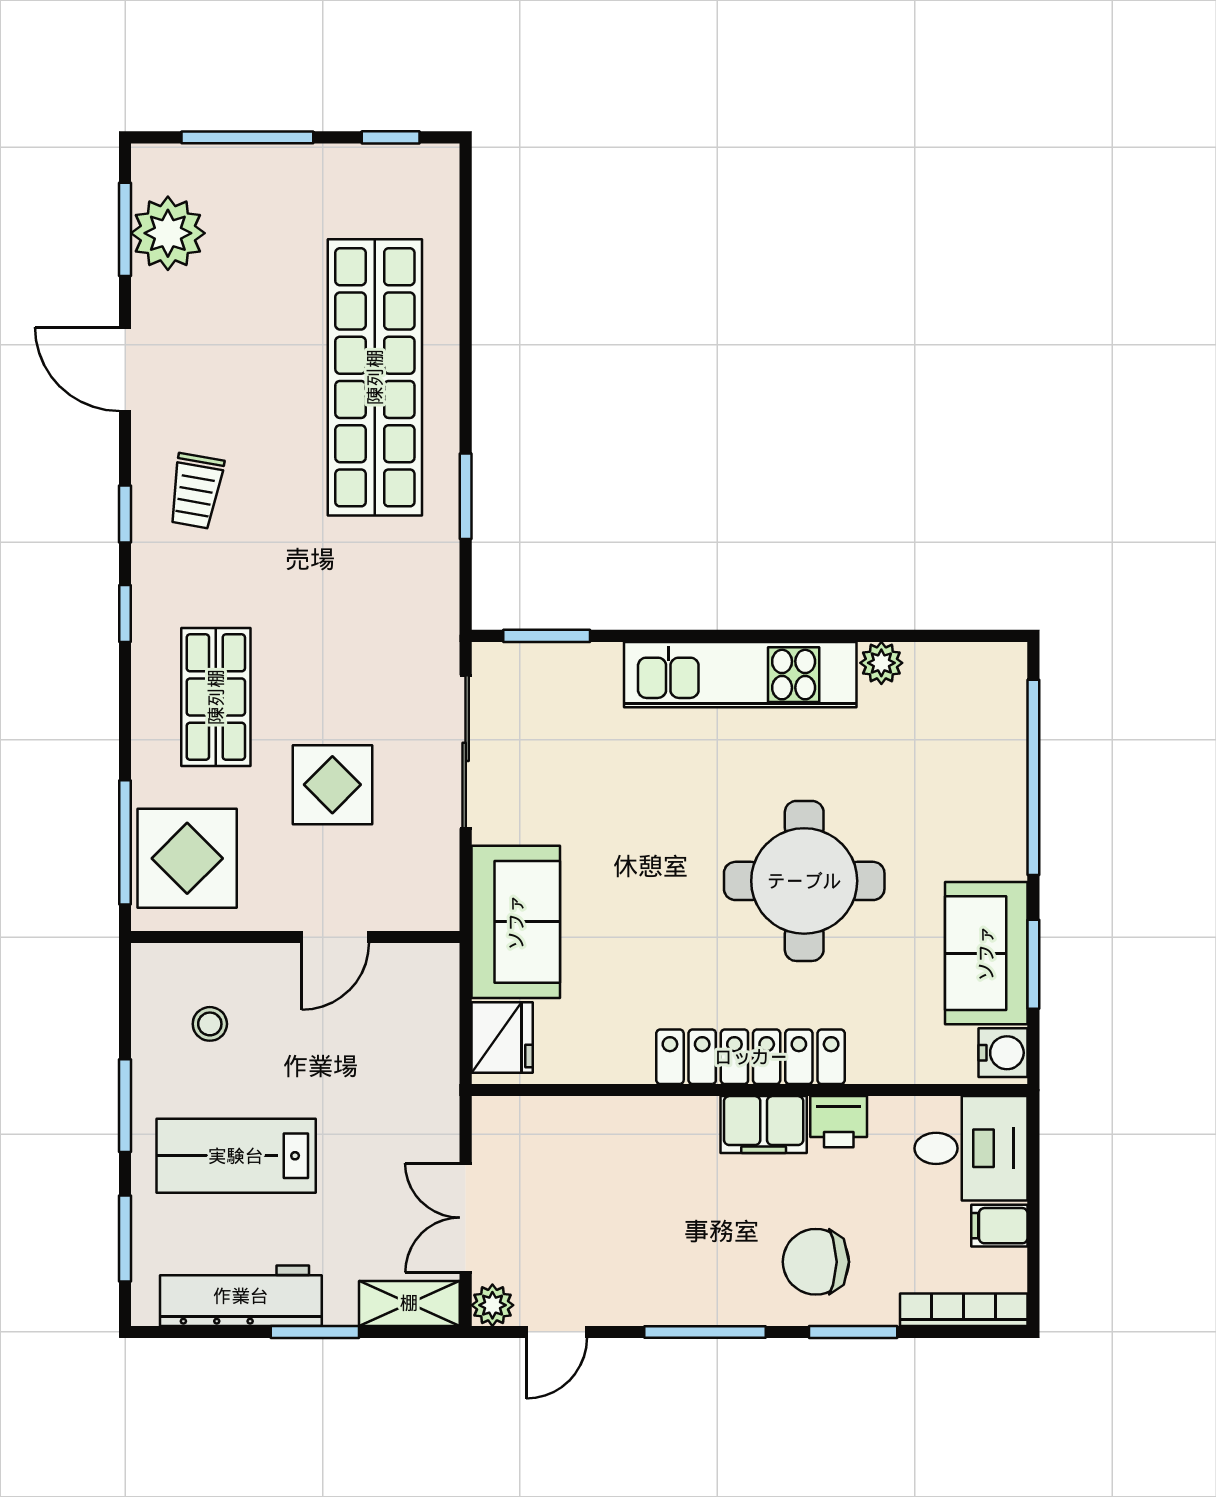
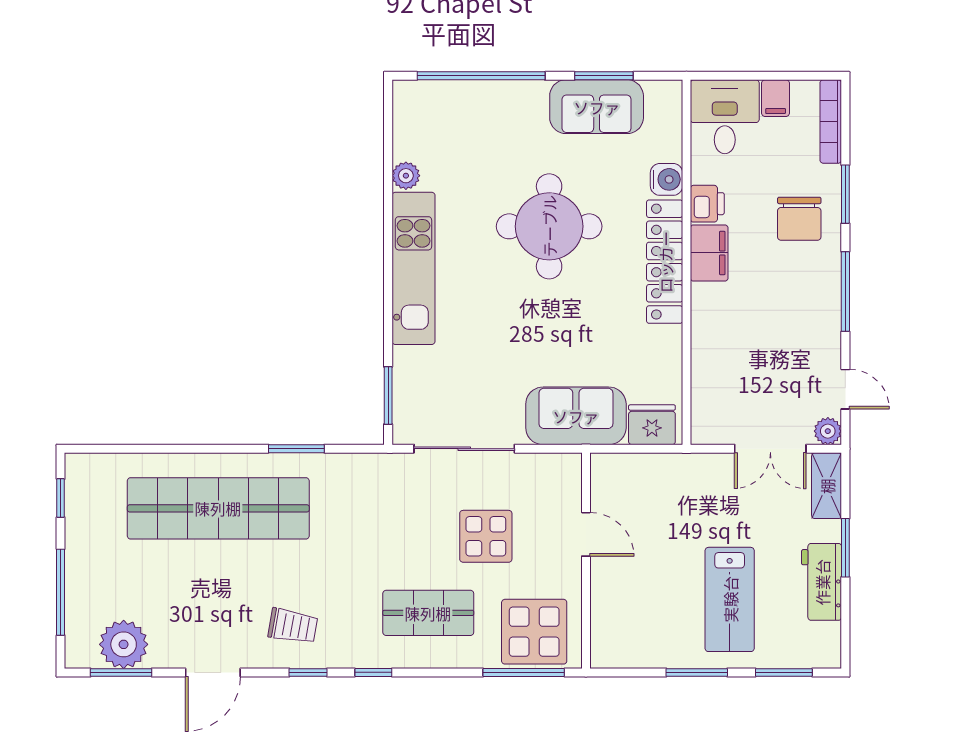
stool: (210, 1024) -> (643, 617), removed
water cooler: (1003, 1053) -> (667, 179), moved, turned 90
workbench: (241, 1296) -> (822, 582), width x0.73

